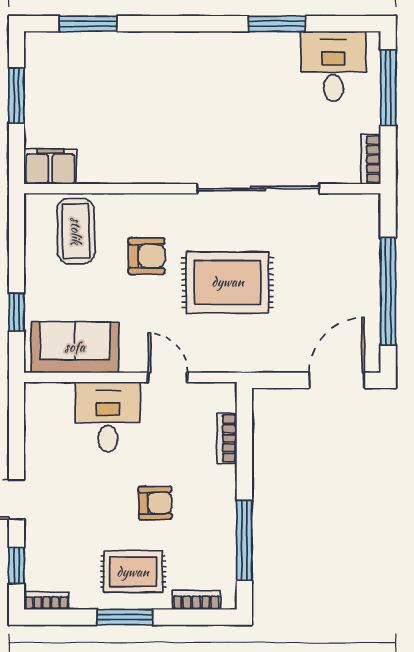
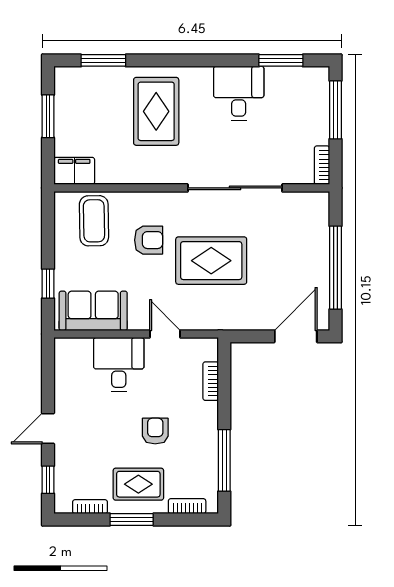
window: (277, 24) -> (281, 60), moved
desk: (333, 66) -> (239, 93), moved
rug: (156, 90) -> (156, 111), added
armchair: (155, 503) -> (155, 431), turned -89
bookcase: (47, 601) -> (90, 507), moved

